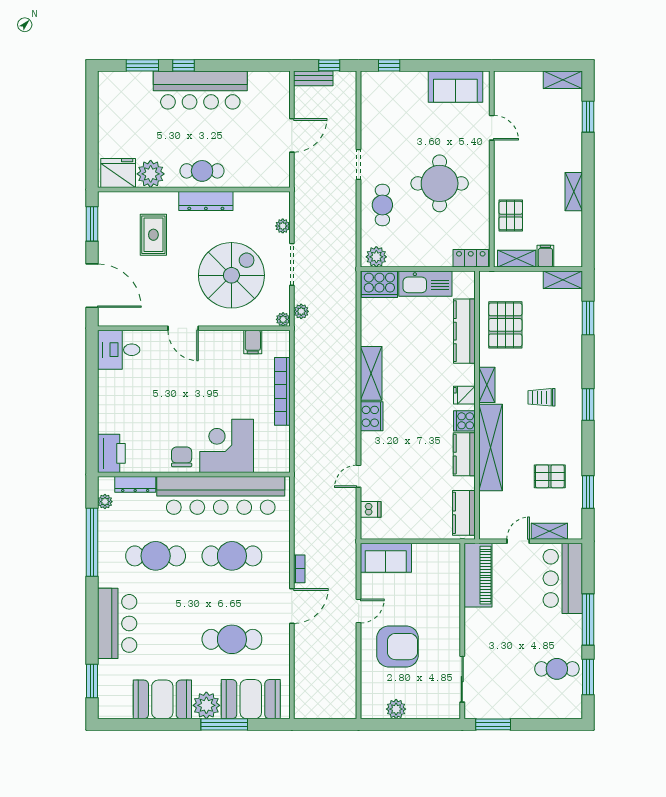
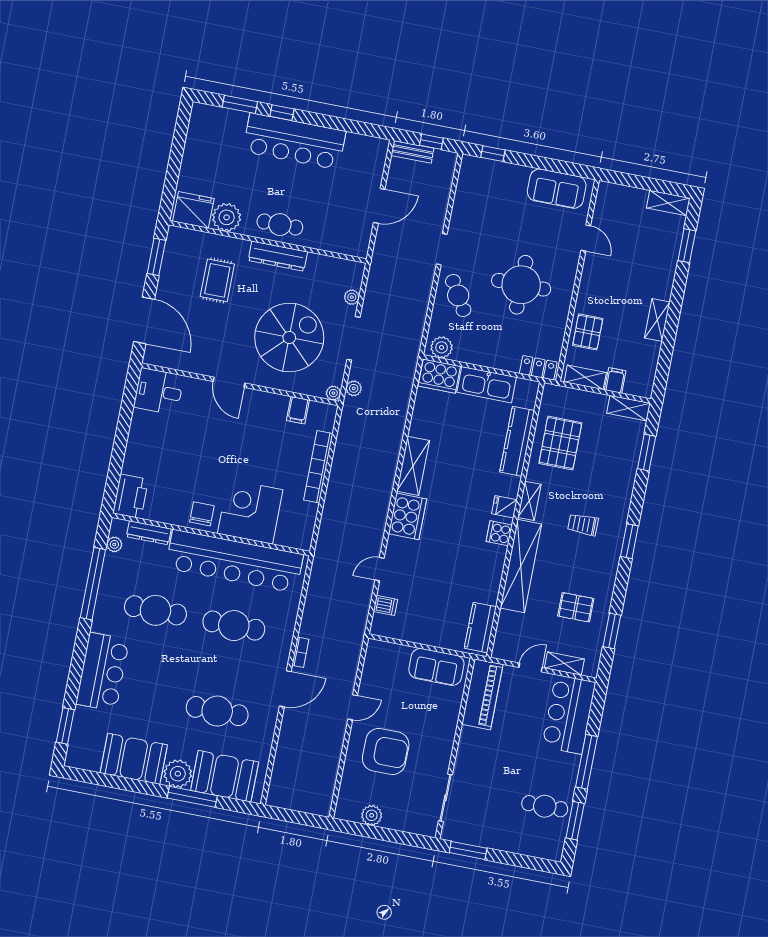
cafe table: (382, 205) -> (458, 295), turned -31
cooker: (372, 416) -> (407, 516), width x1.37, depth x1.31
kitchen counter: (464, 454) -> (493, 567), removed
sofa: (386, 558) -> (436, 667), moved

